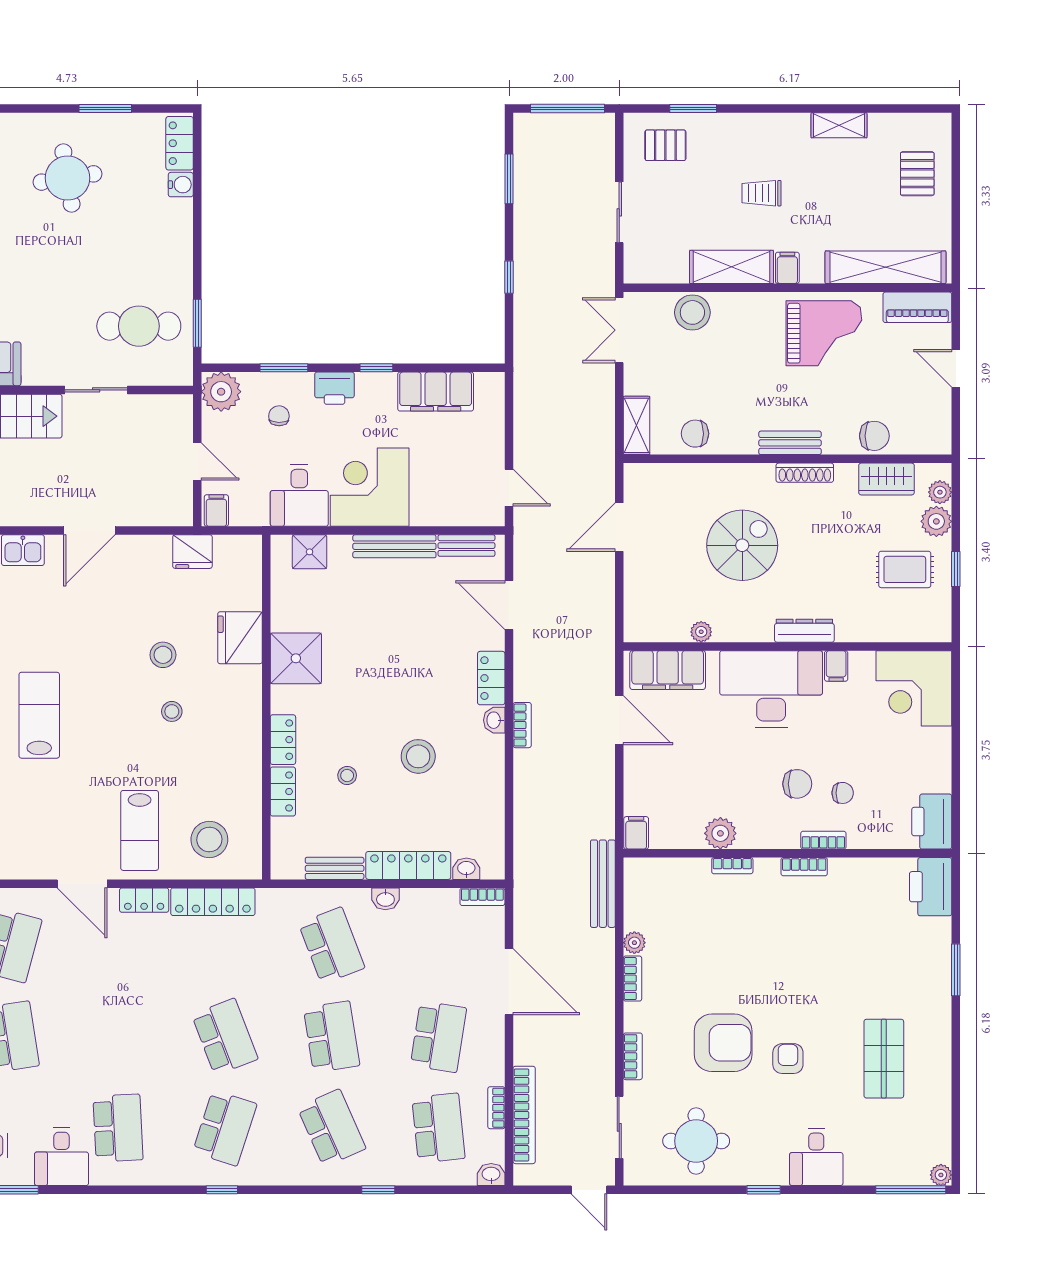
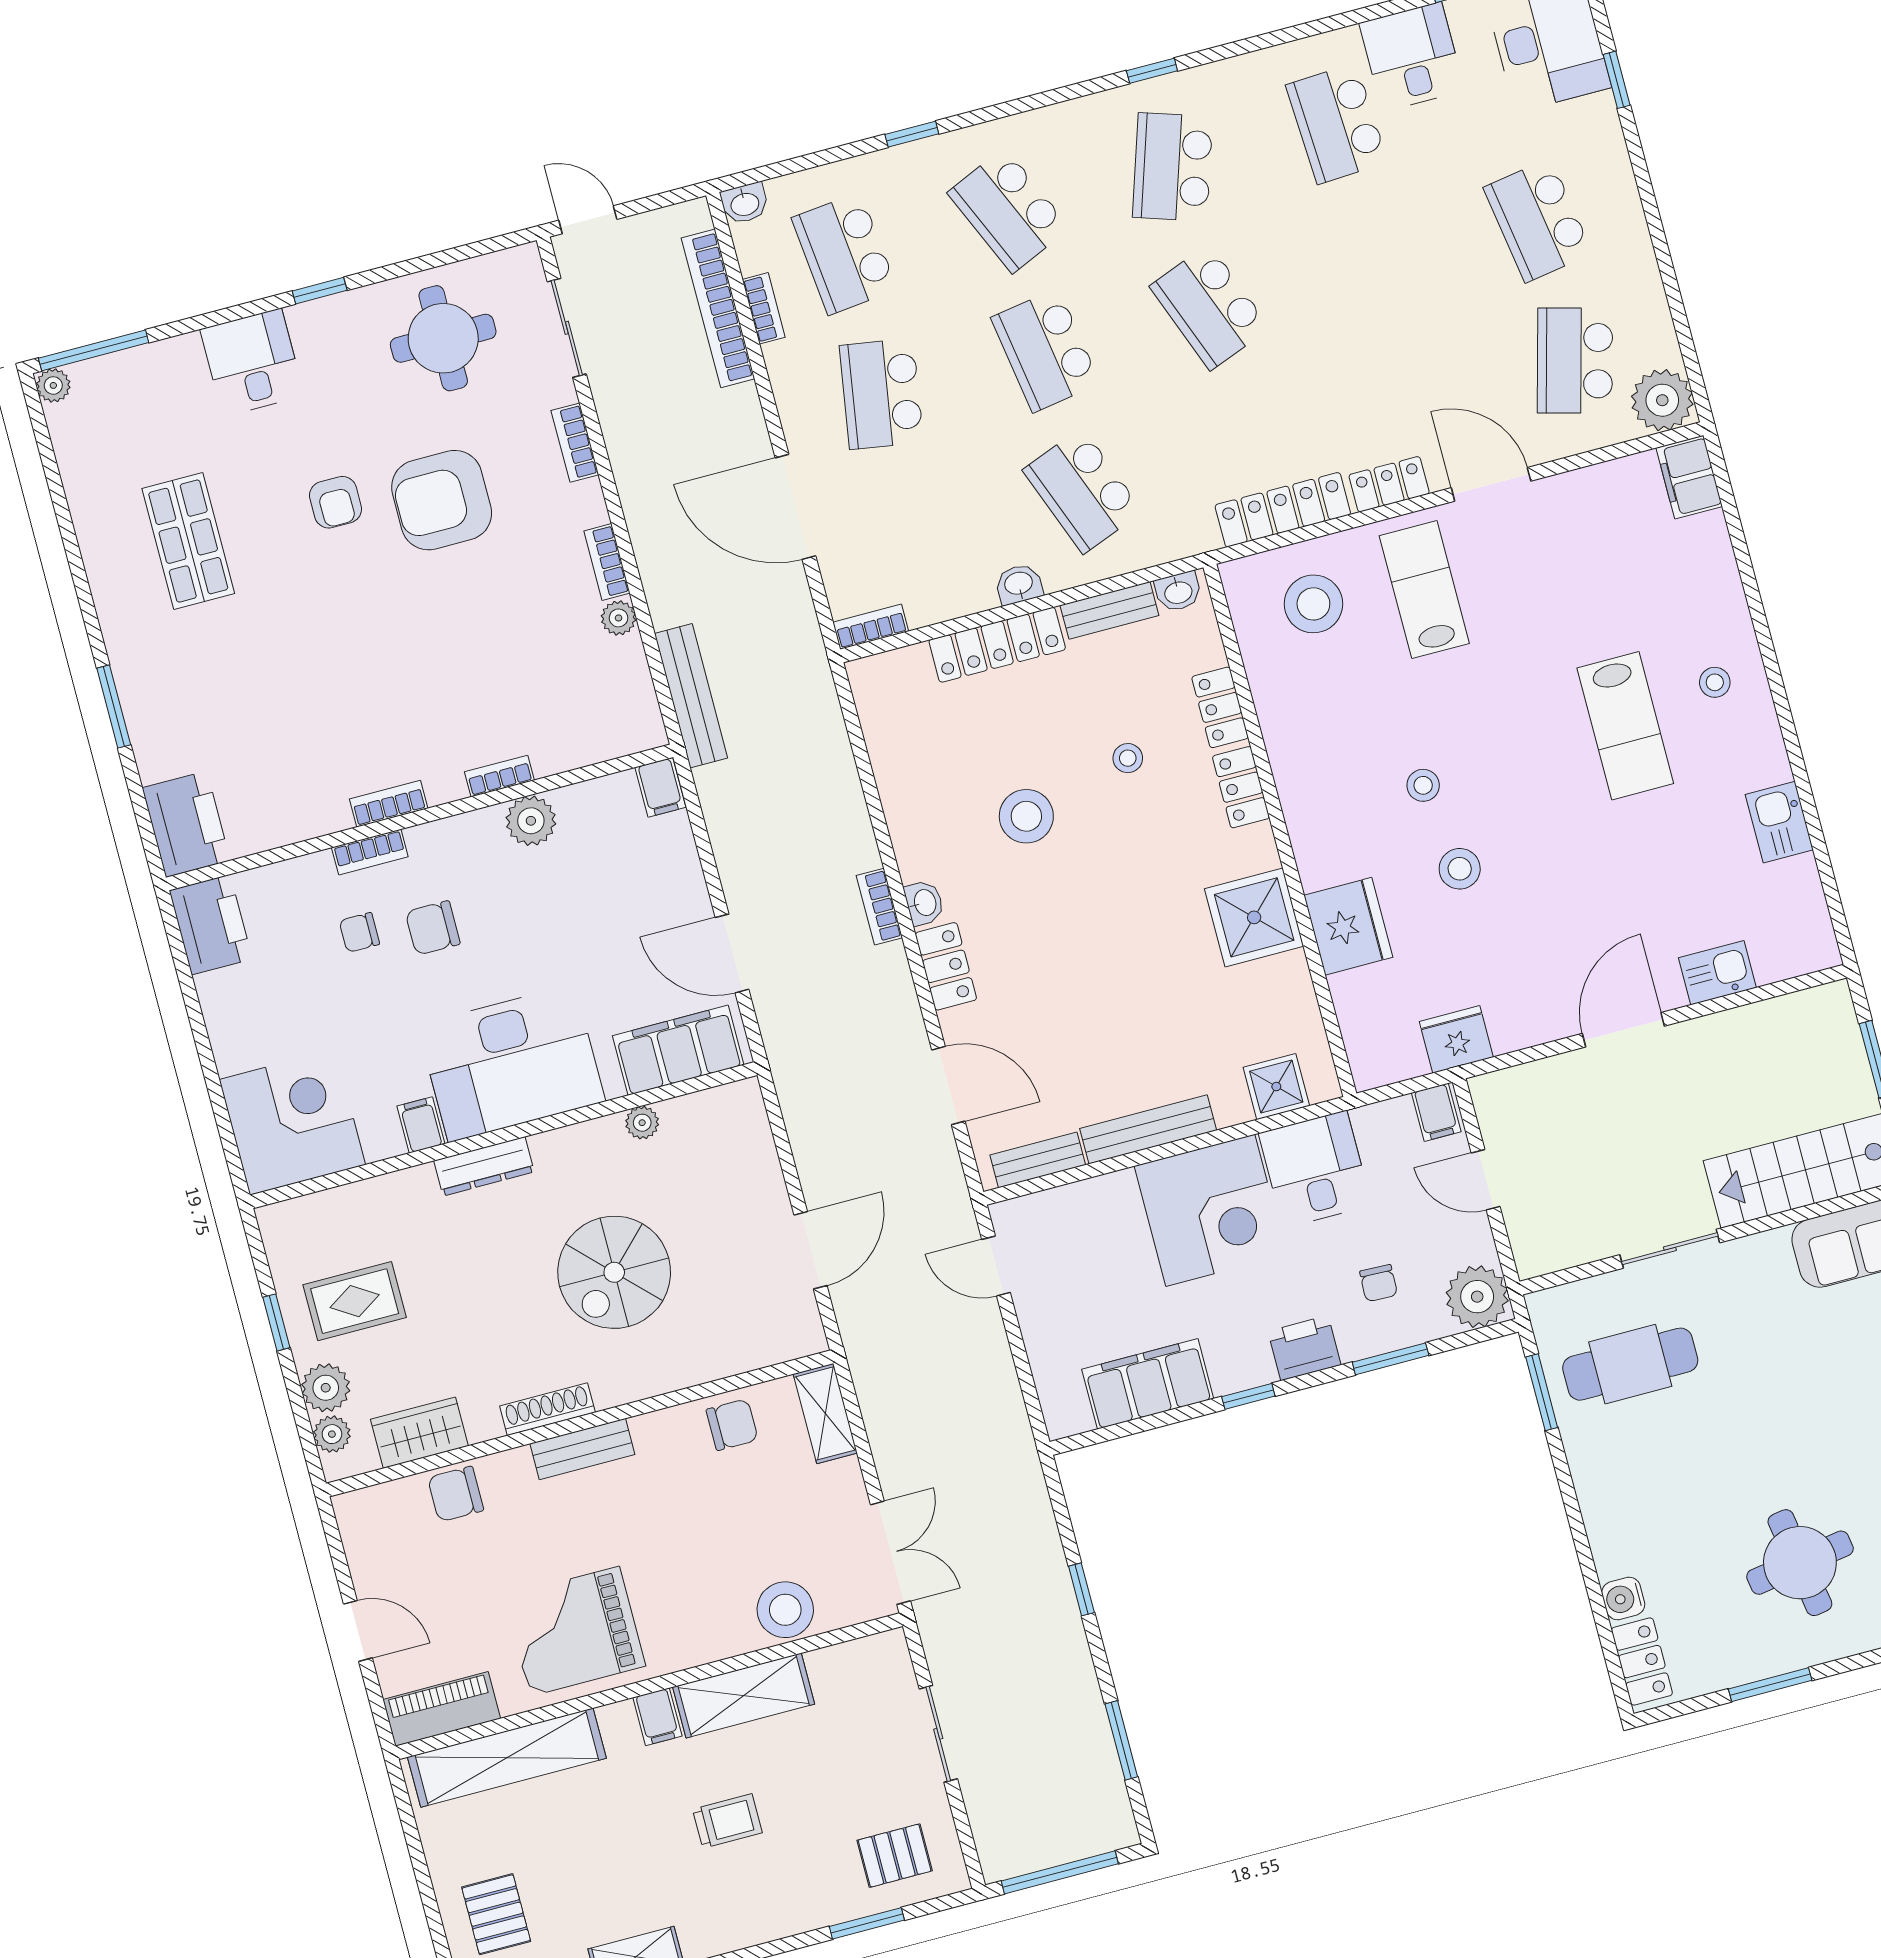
washbasin: (466, 869) -> (1178, 592), moved

